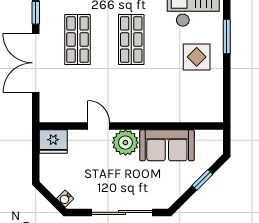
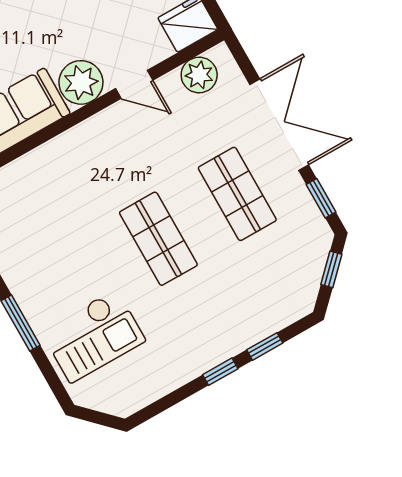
display table: (197, 57) -> (48, 268), removed
plant: (62, 112) -> (199, 75), added

